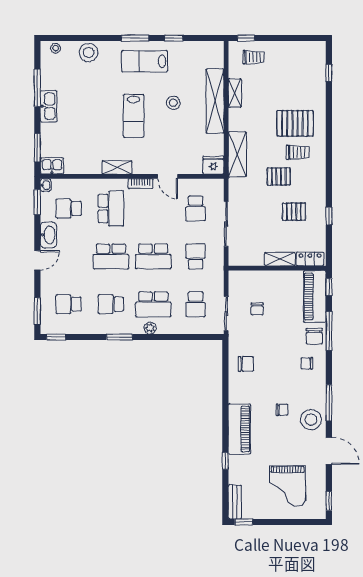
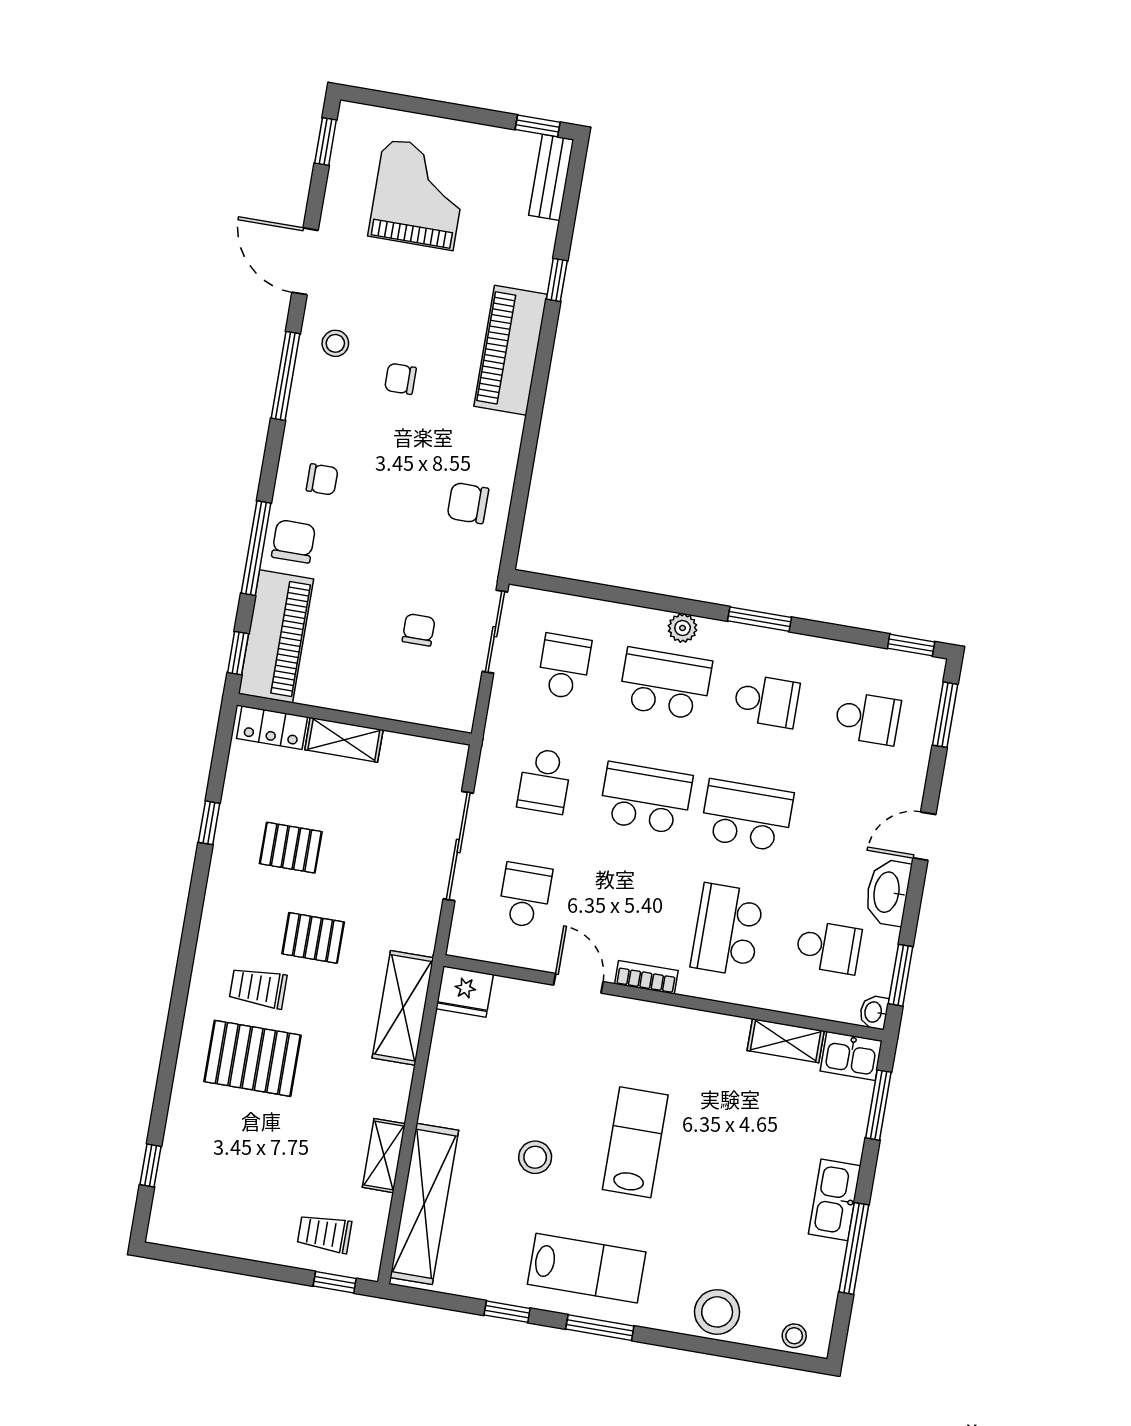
shelving: (215, 101) -> (424, 1204), moved
shelving: (117, 167) -> (786, 1041), moved
stool: (311, 420) -> (335, 343), width x0.53, depth x0.53

